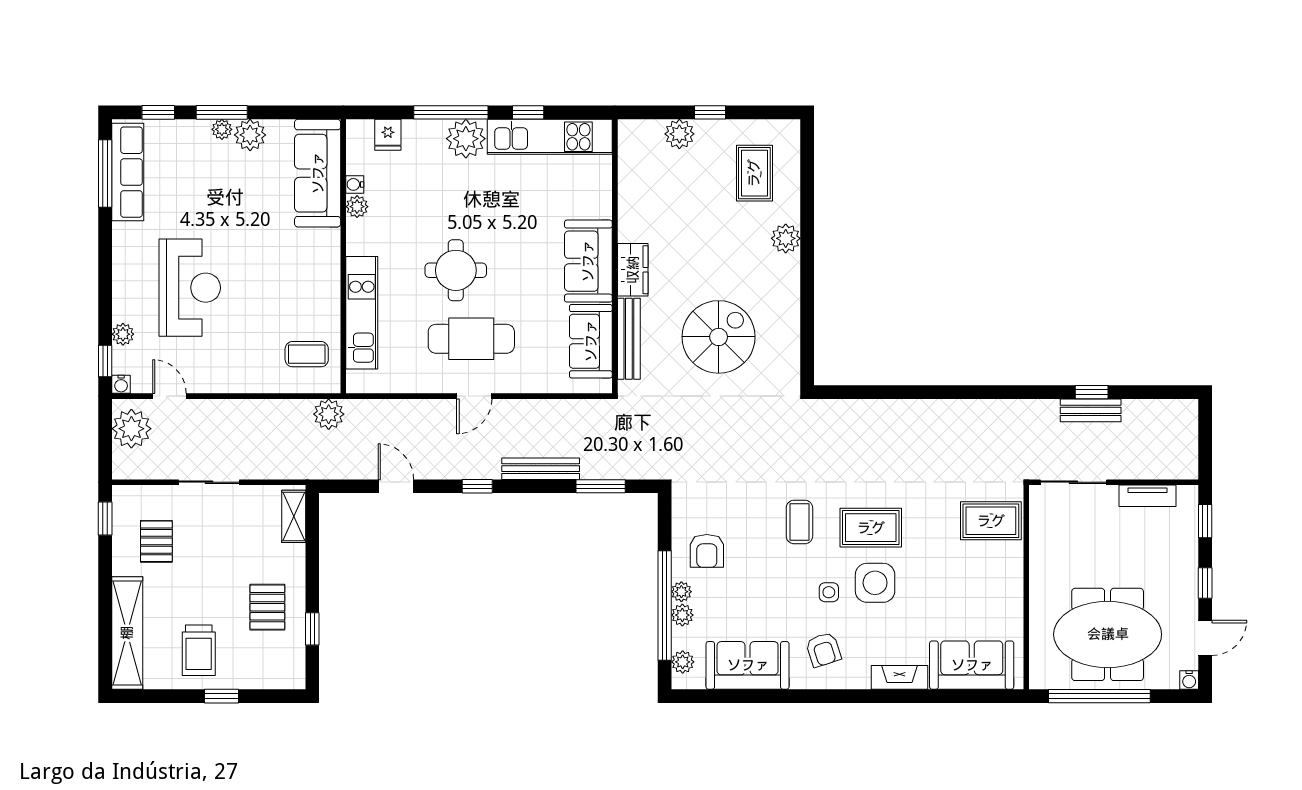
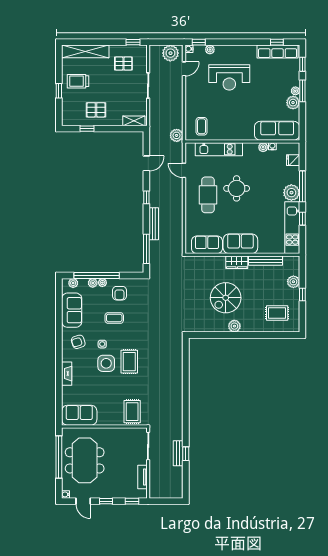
window: (105, 173) -> (277, 42), width x0.46
plant: (786, 238) -> (234, 326), moved
spiral stairs: (719, 337) -> (226, 298), moved, turned 90
bench: (629, 339) -> (266, 261), moved
door: (474, 396) -> (184, 170), moved
window: (601, 486) -> (146, 249), width x1.44
coffee table: (799, 522) -> (114, 318), moved
armchair: (707, 551) -> (119, 293), turned -90
sofa: (972, 665) -> (79, 415), moved, turned -90

